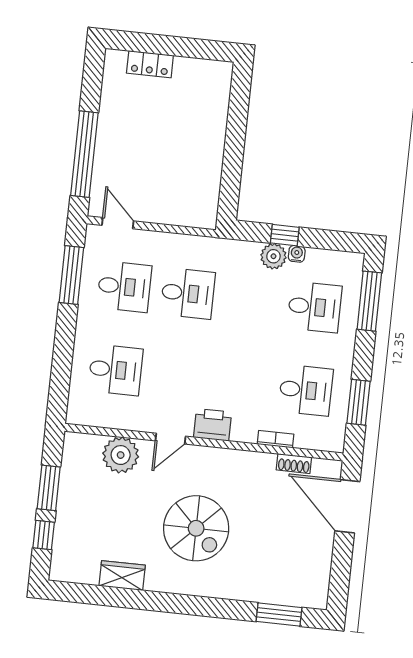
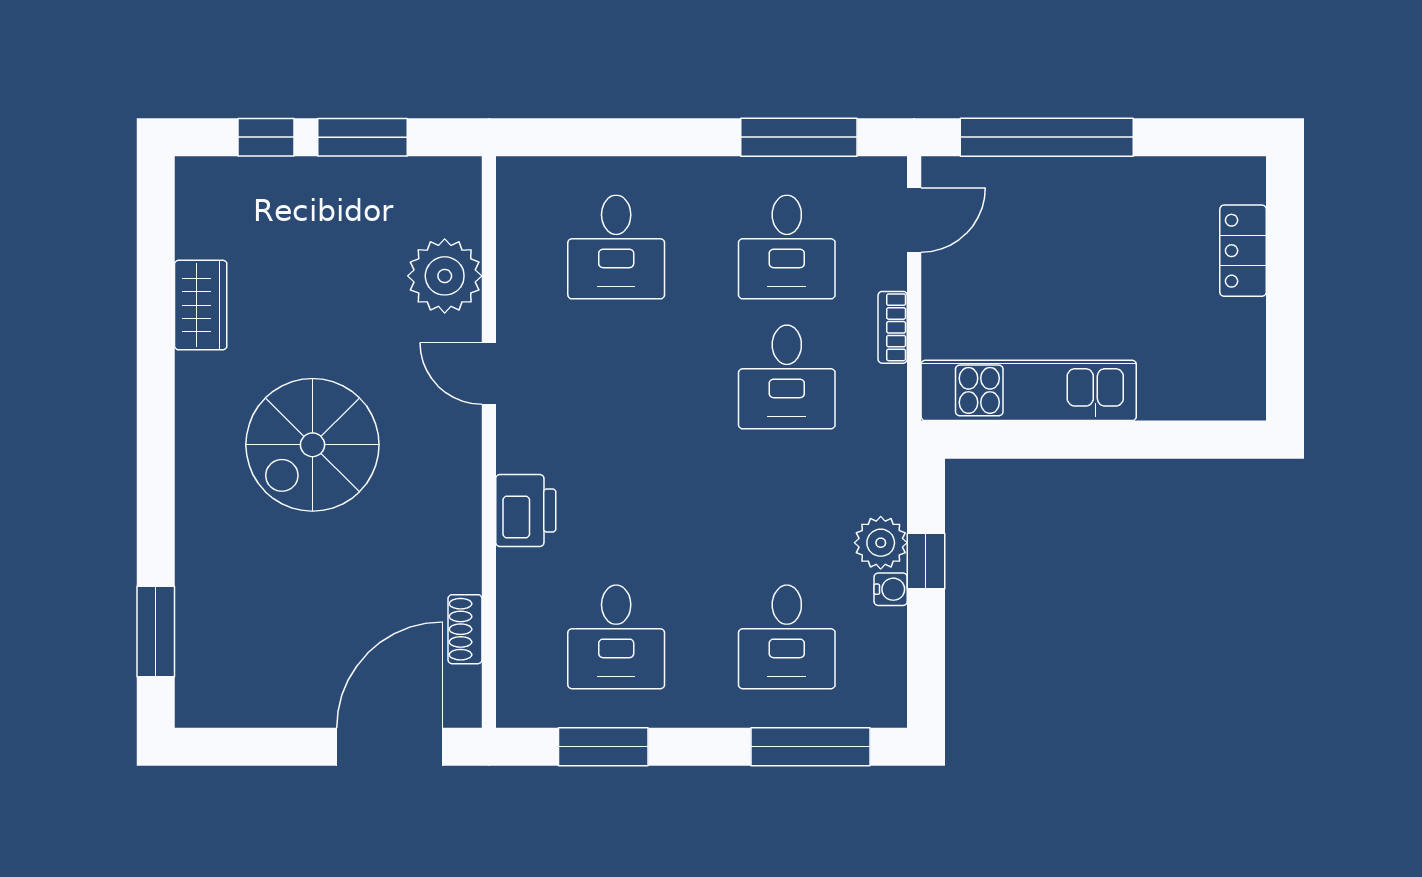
kitchen unit: (207, 176) -> (1029, 390), added
printer: (213, 425) -> (526, 510), moved
bookcase: (275, 439) -> (893, 327), moved, turned 180

